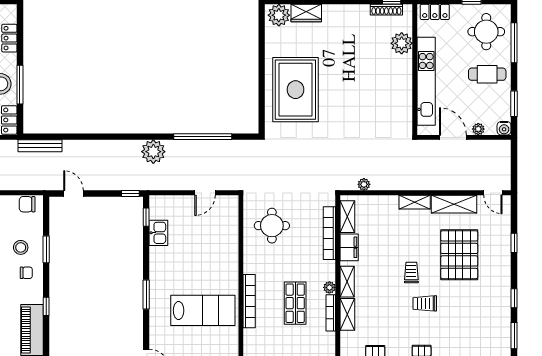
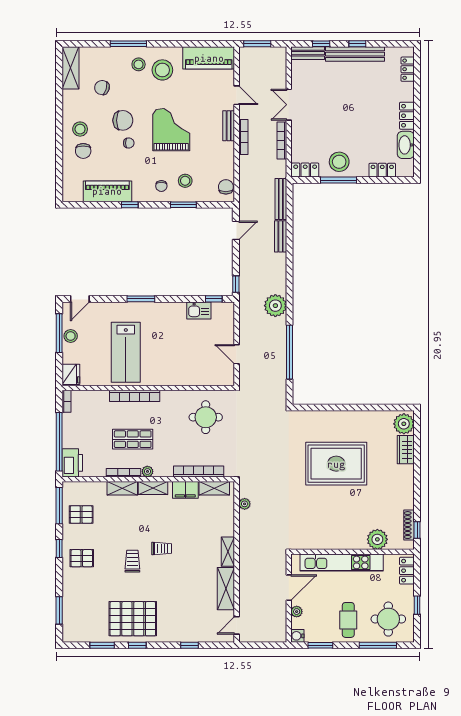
rug: (295, 90) -> (336, 464), moved
bench: (80, 146) -> (281, 236), added
pallet: (459, 255) -> (133, 619), moved

